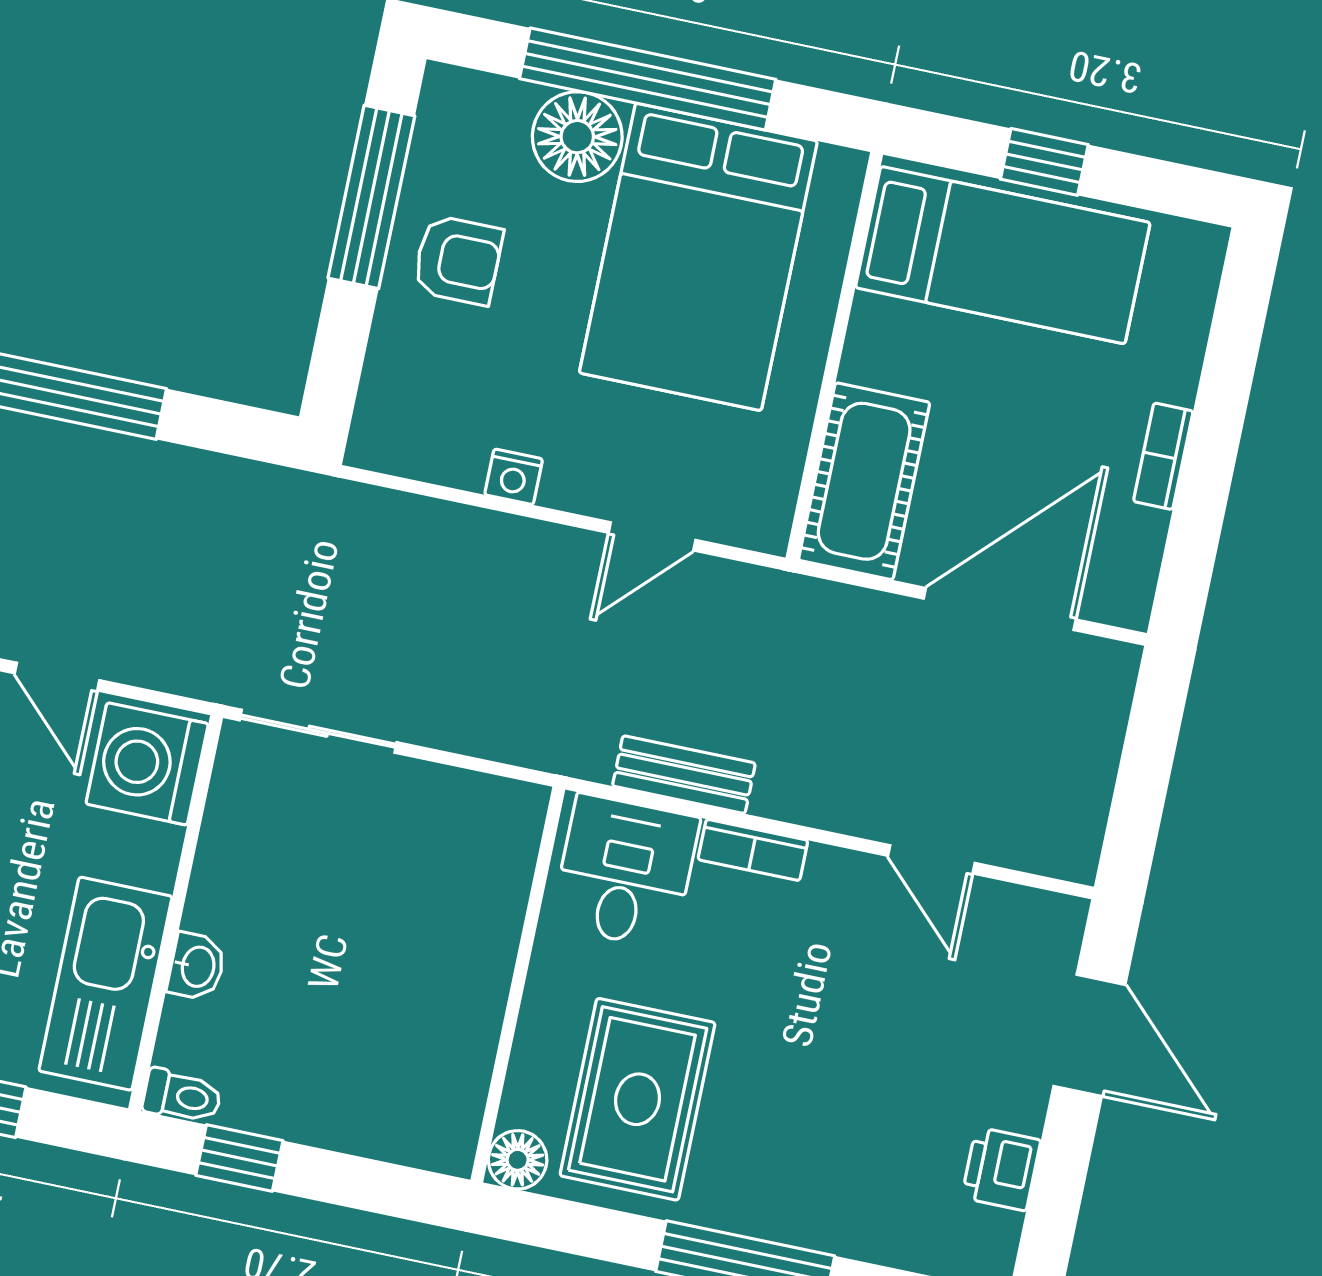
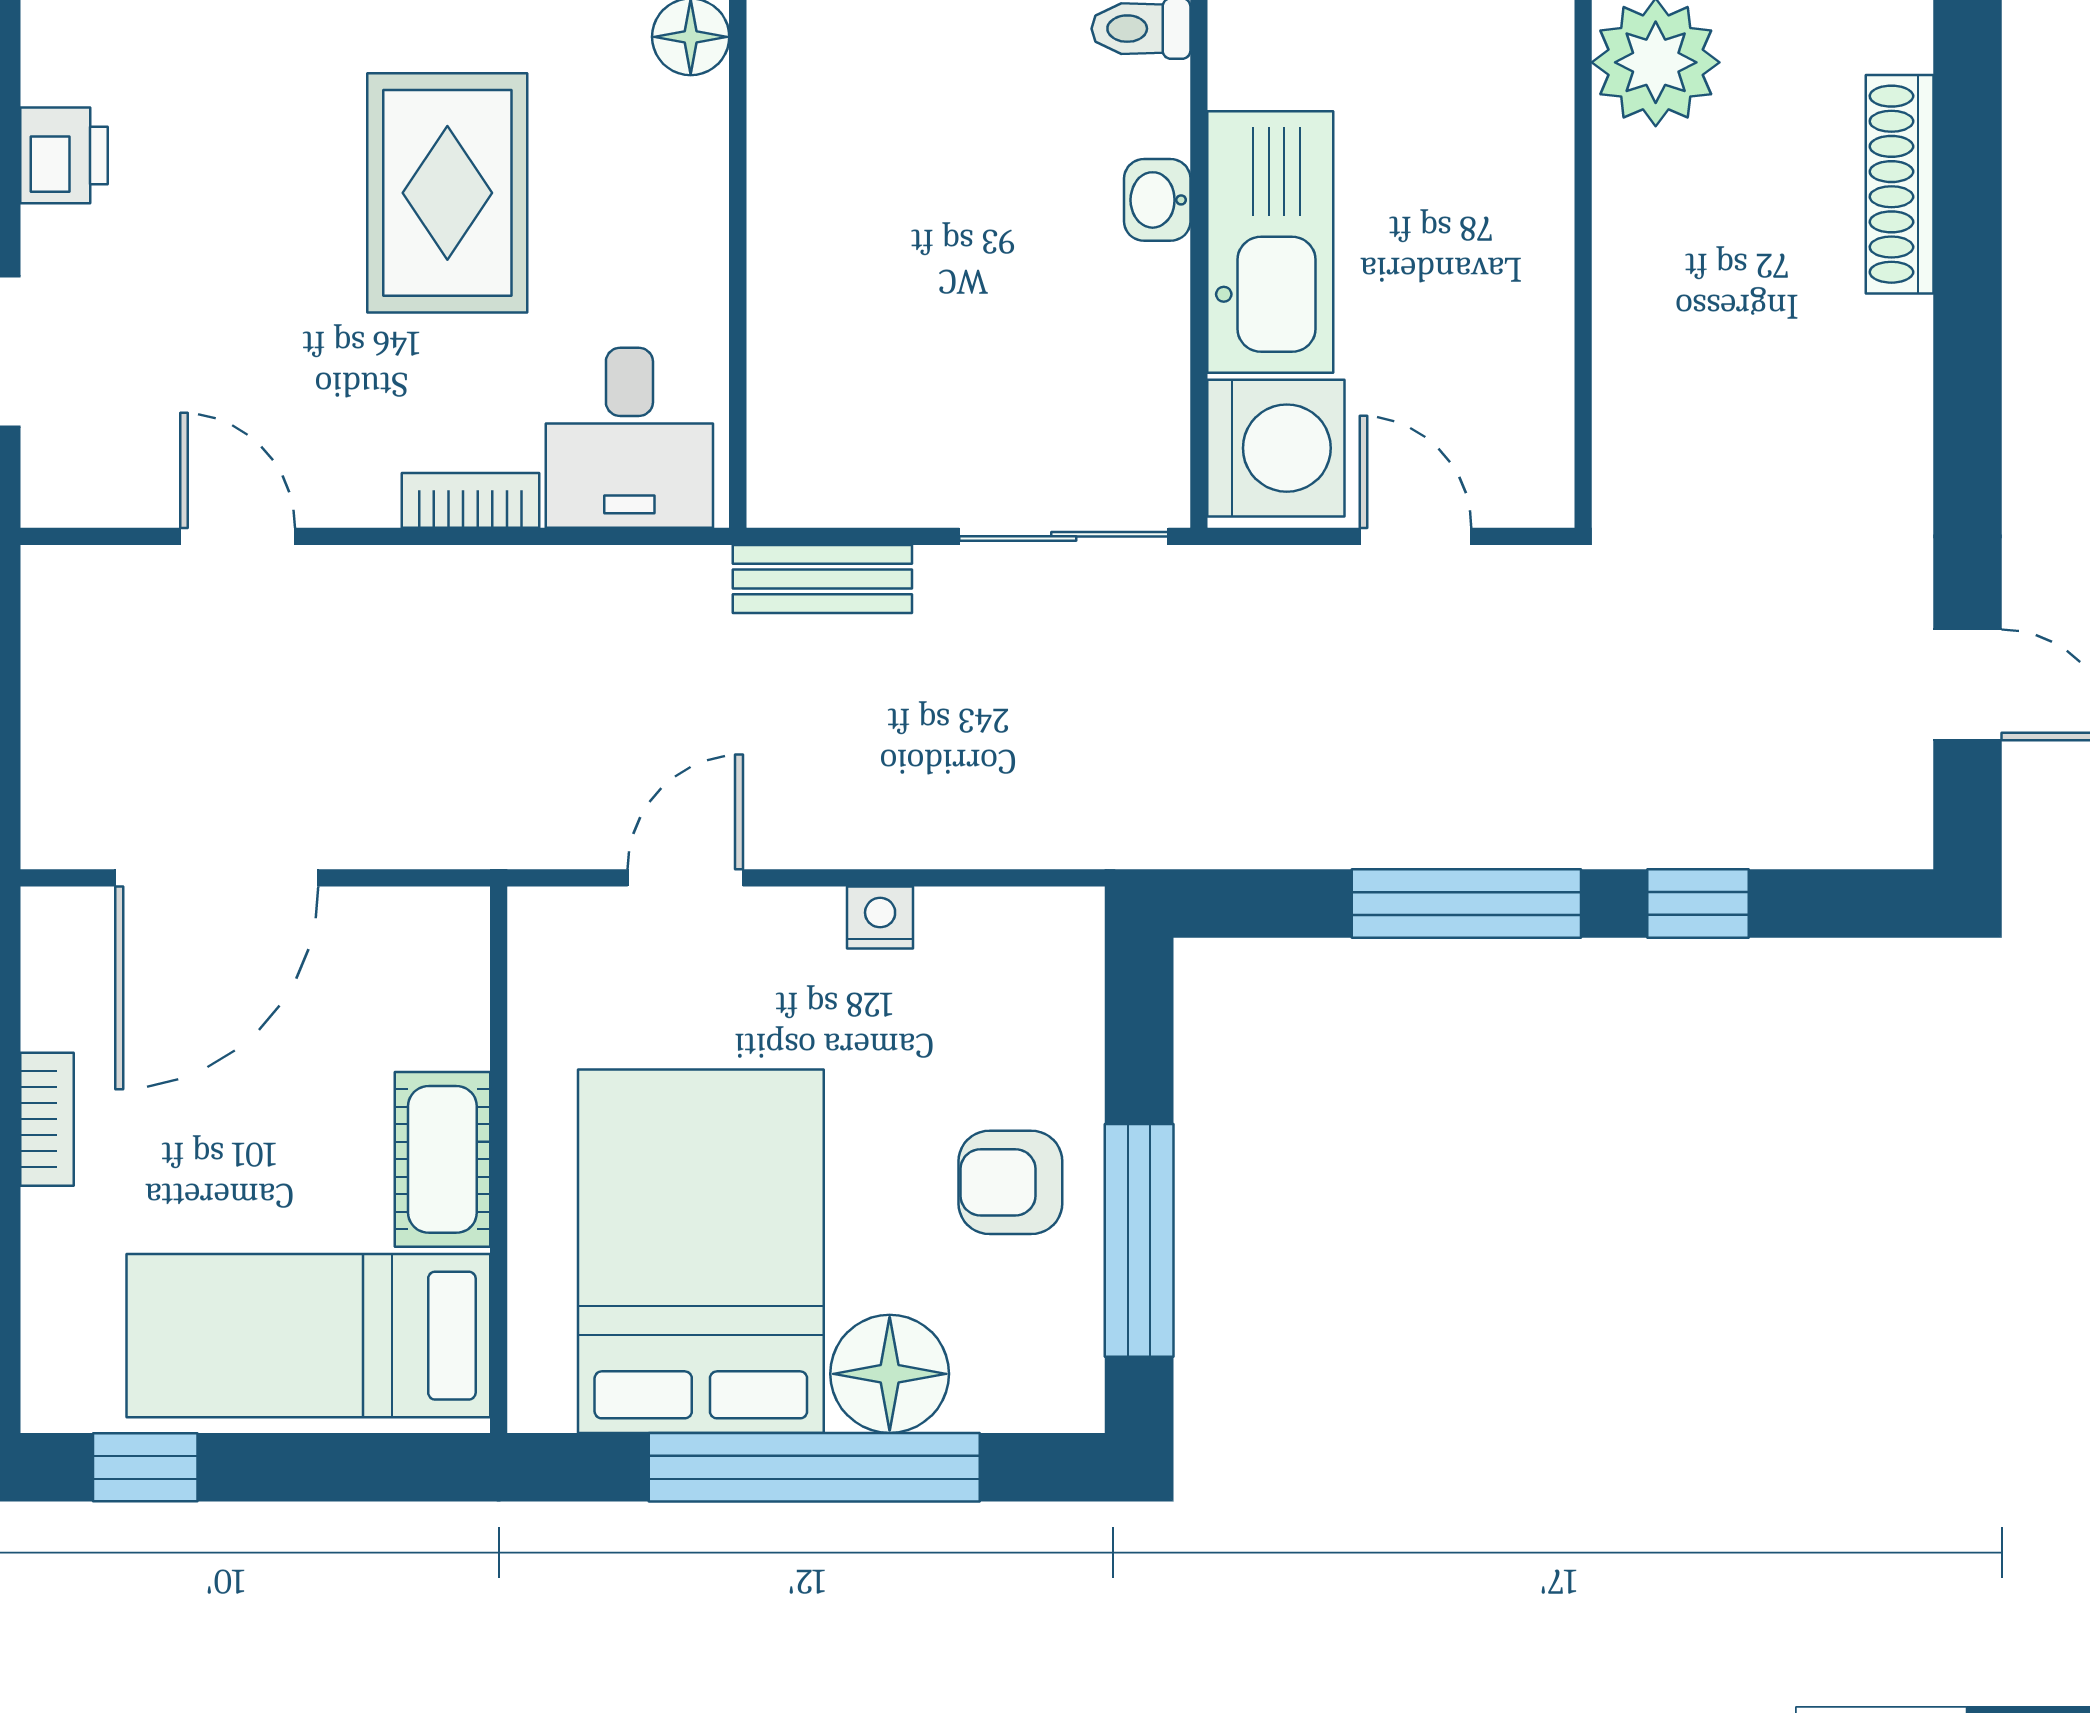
window: (1044, 162) -> (145, 1467), moved
cot: (864, 481) -> (442, 1159), moved, width x0.73, depth x0.75
bench: (684, 775) -> (822, 579), moved
kitchen sink: (105, 984) -> (1270, 242), moved
rug: (638, 1099) -> (447, 193), moved

